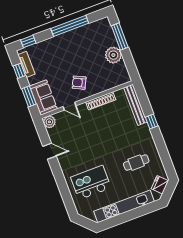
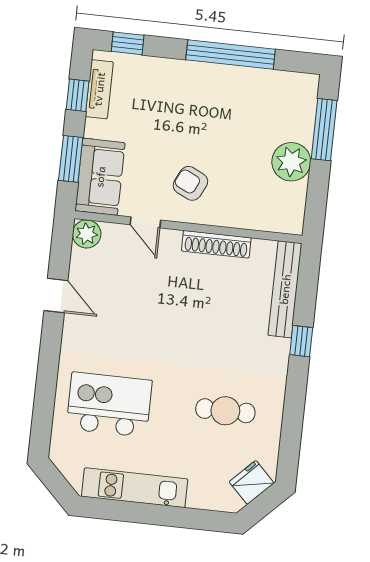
kitchen unit: (124, 206) -> (135, 488), width x0.73

